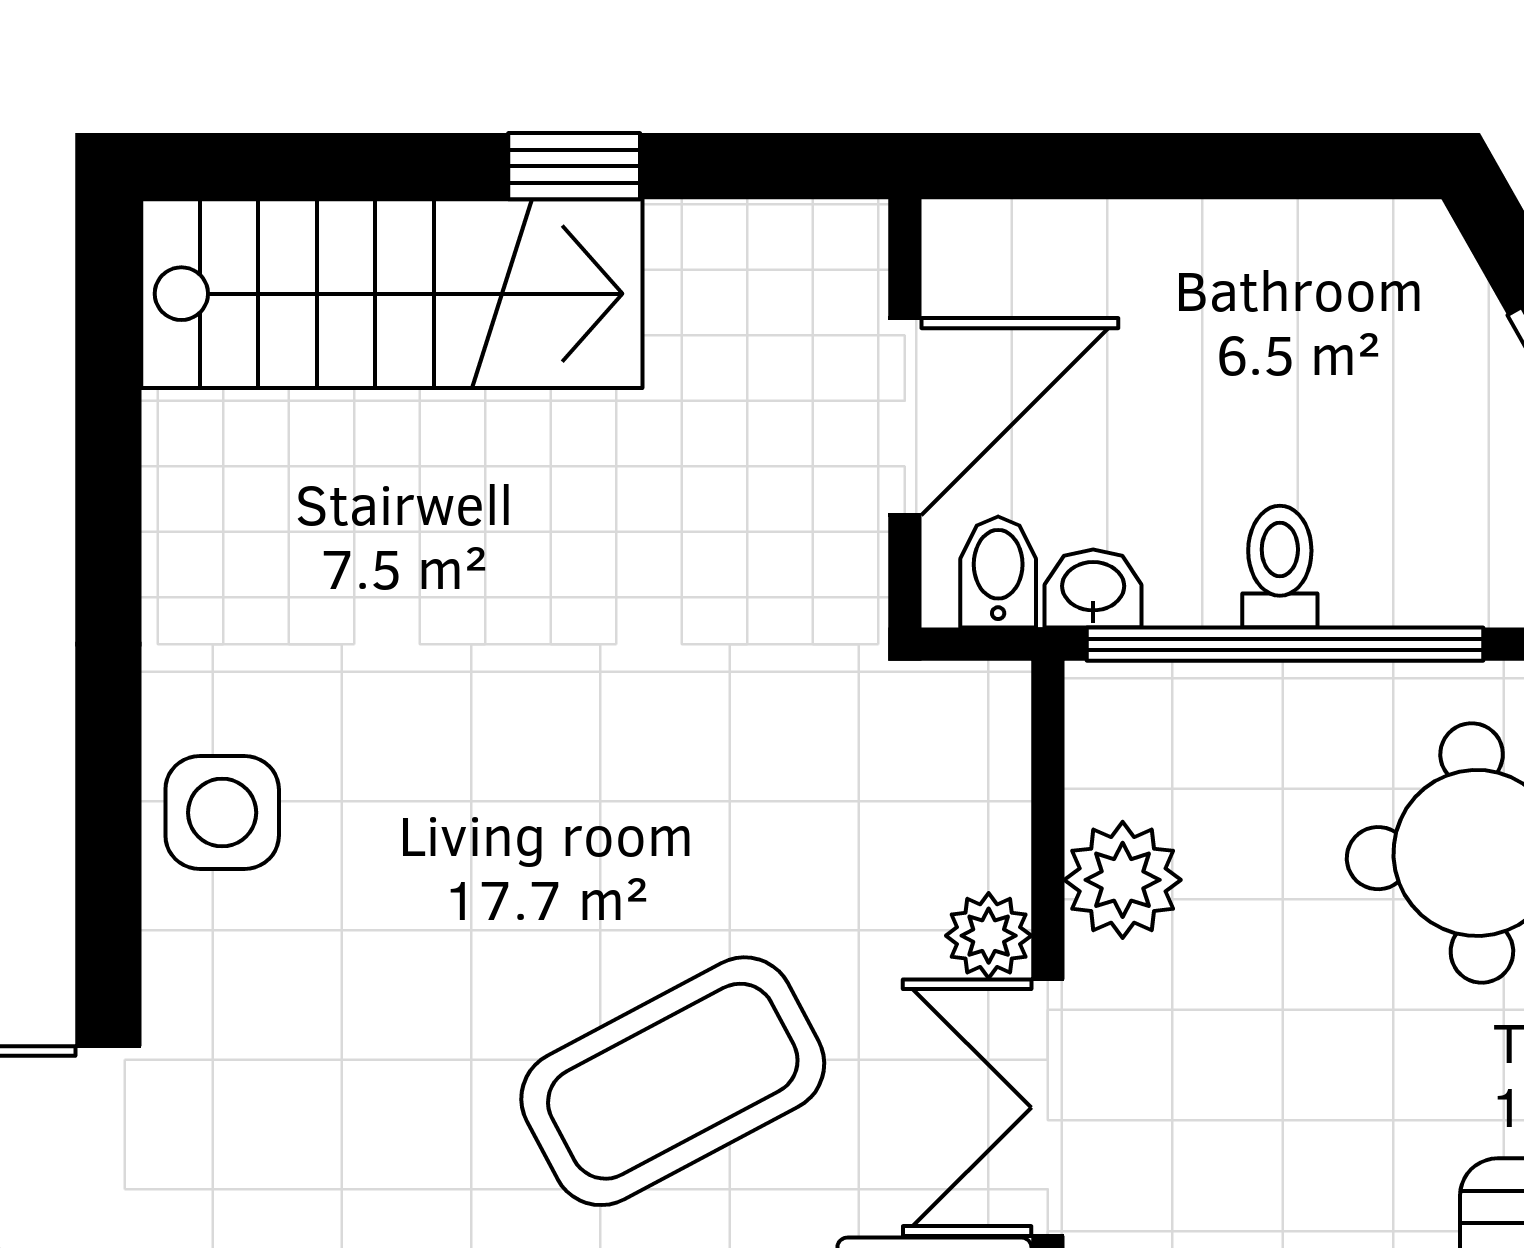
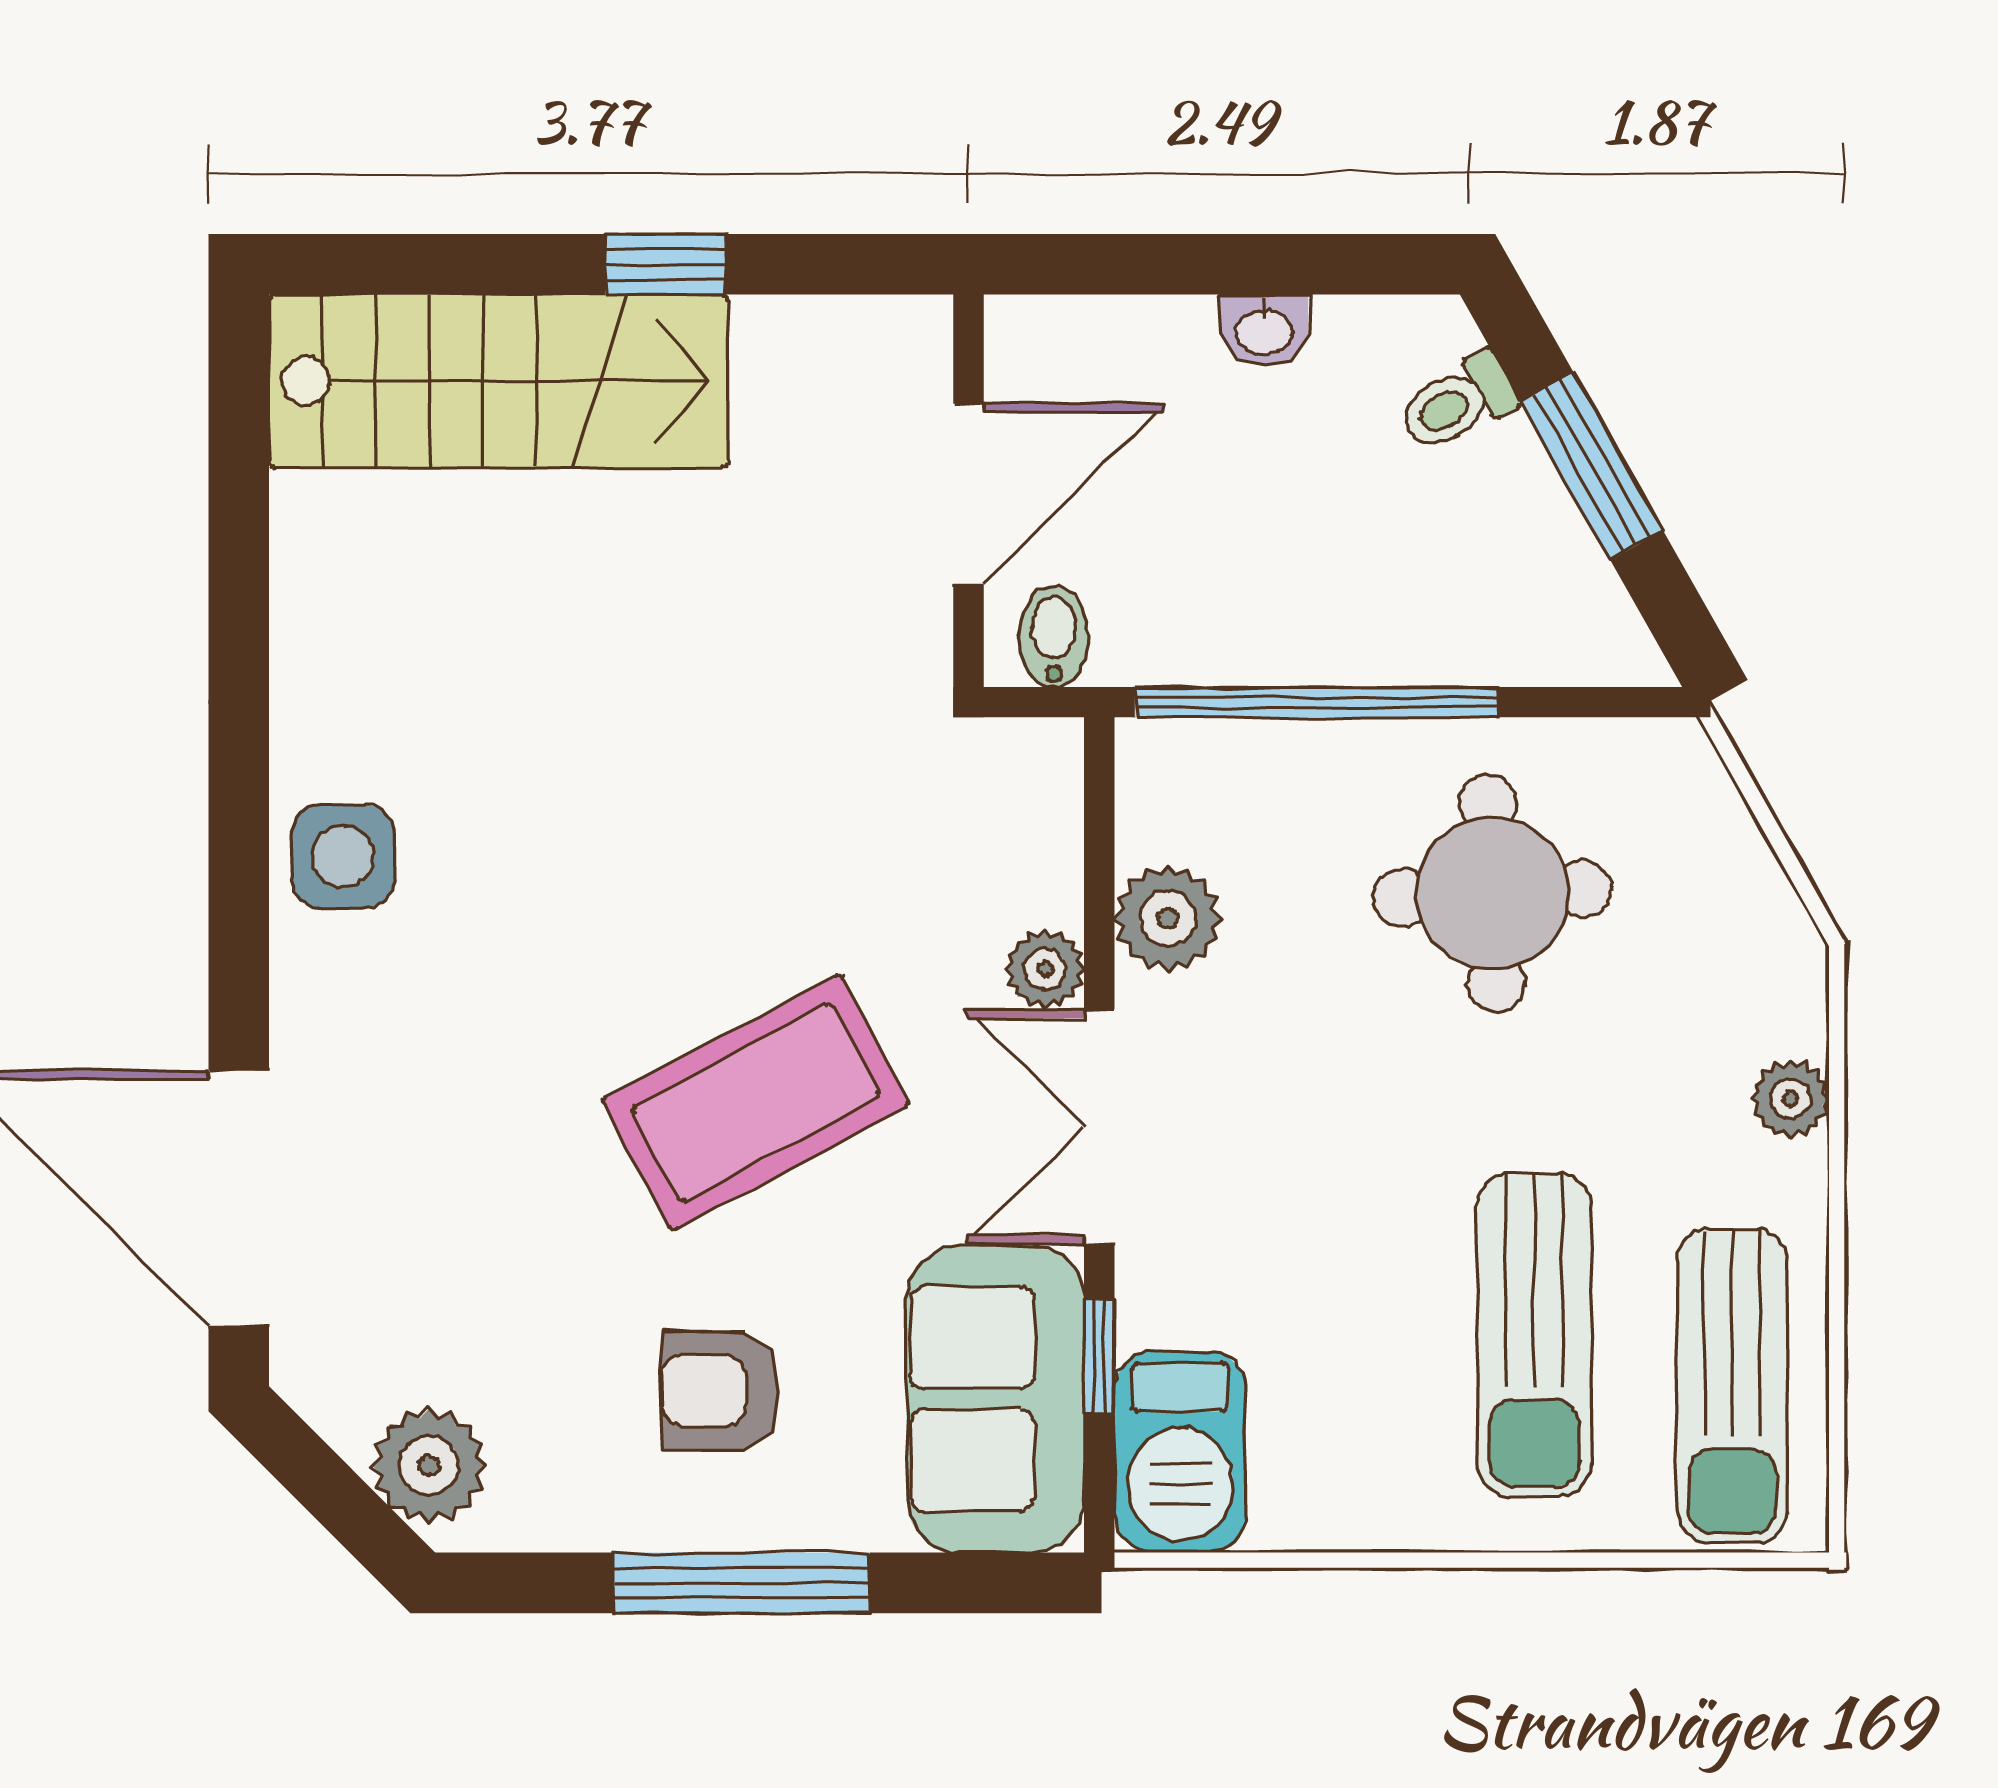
toilet: (1280, 567) -> (1457, 403), moved, turned -120
washbasin: (1093, 589) -> (1264, 330), moved, turned 180

